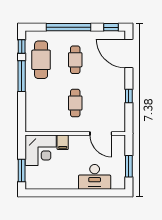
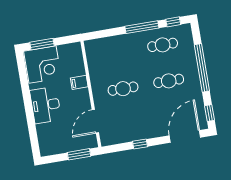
cafe table: (41, 60) -> (163, 45), width x0.73, depth x0.74
corner desk: (41, 150) -> (42, 64), moved, turned -90
window: (129, 166) -> (79, 154), moved
desk: (95, 177) -> (45, 105), moved

